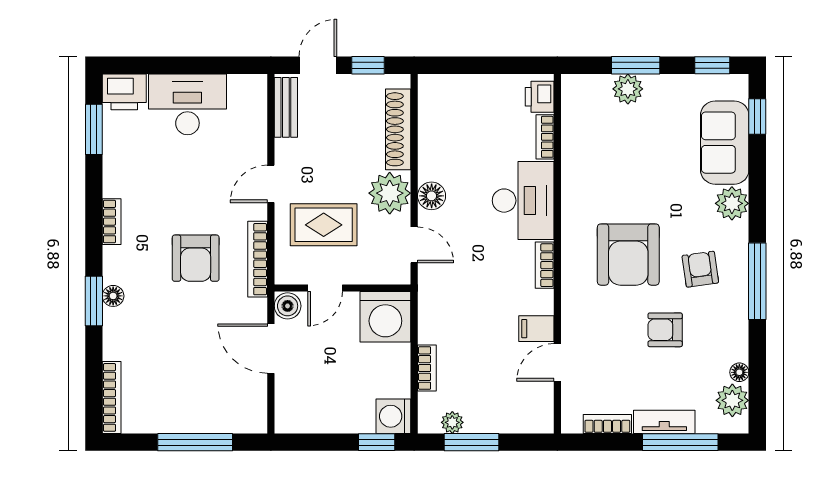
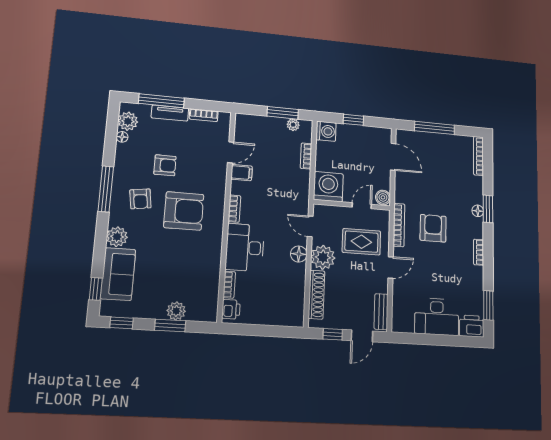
armchair: (628, 255) -> (184, 211), turned 90
door: (271, 349) -> (393, 157), moved
window: (377, 442) -> (353, 120), moved

